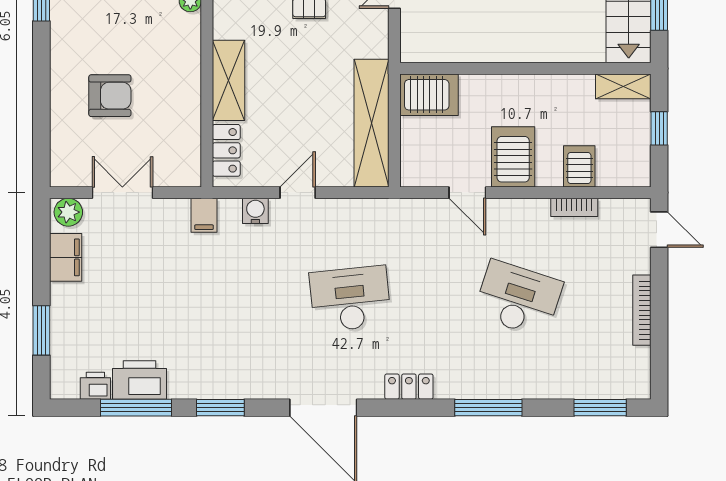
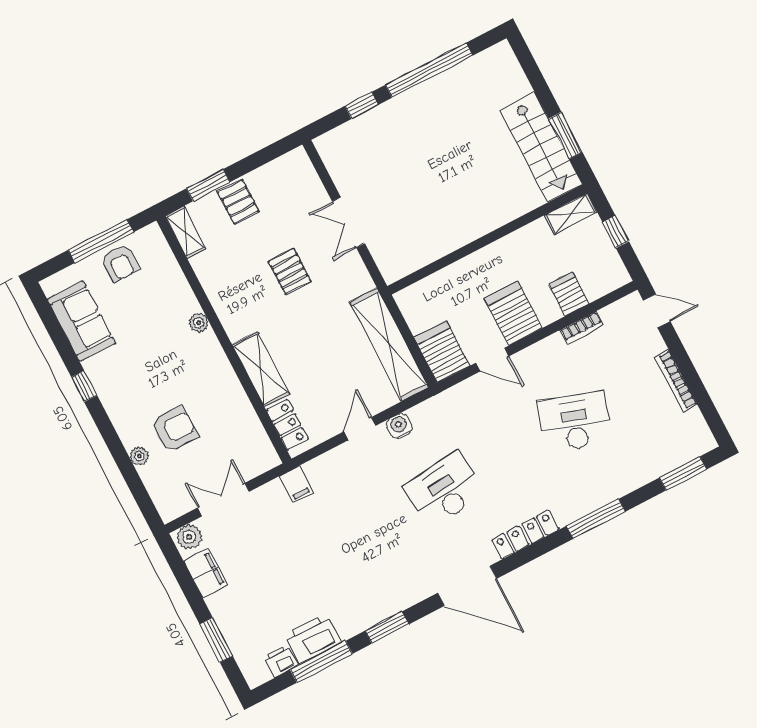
server rack: (429, 95) -> (442, 352), moved, turned -90
plant: (60, 104) -> (139, 456), added
water cooler: (255, 211) -> (399, 426), moved
locker: (409, 387) -> (525, 535), width x1.53

